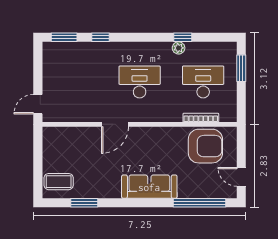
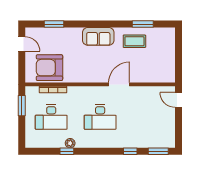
window: (241, 68) -> (22, 106), moved
door: (38, 104) -> (178, 100), swing flipped
coffee table: (59, 182) -> (134, 41), moved
sofa: (149, 187) -> (98, 36), width x0.73
window: (200, 203) -> (54, 24), width x0.47

